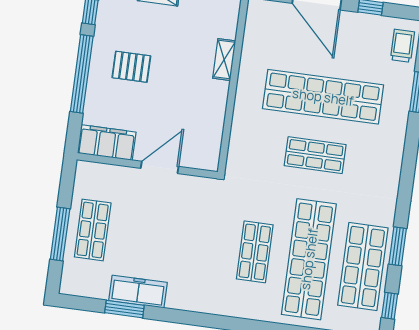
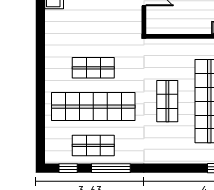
window: (398, 246) -> (111, 168), width x1.44
shop shelf: (363, 266) -> (93, 145), width x0.70, depth x0.74

